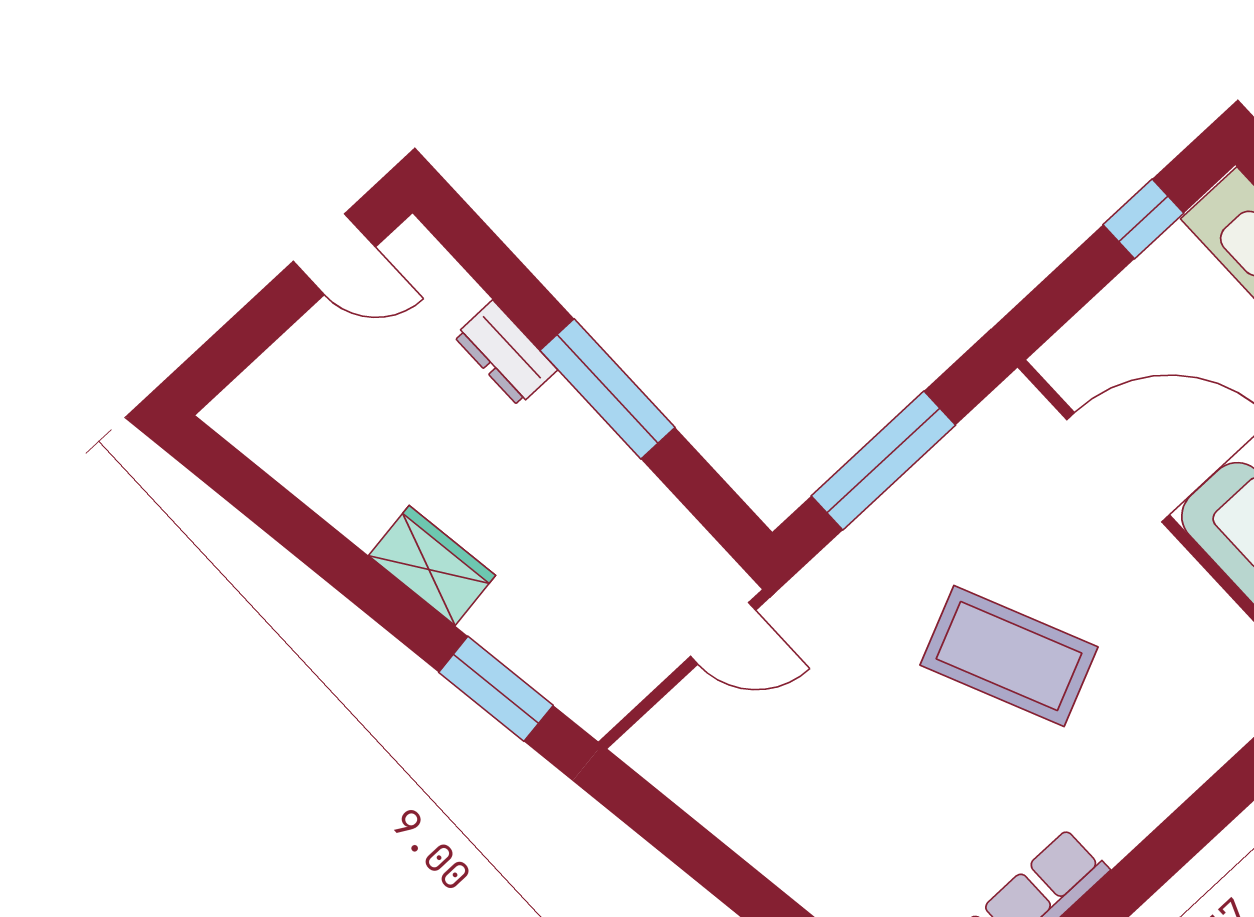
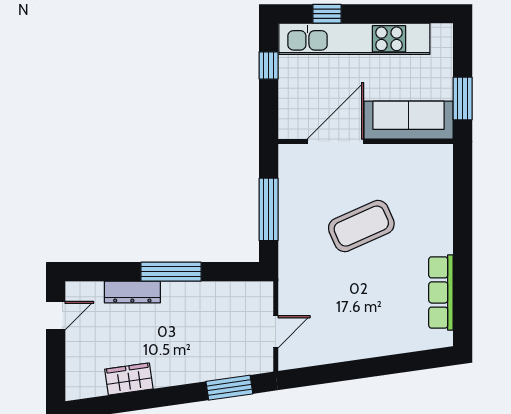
dresser: (506, 353) -> (132, 292), width x1.44
wardrobe: (432, 565) -> (129, 379), moved
door: (723, 633) -> (276, 332), moved

